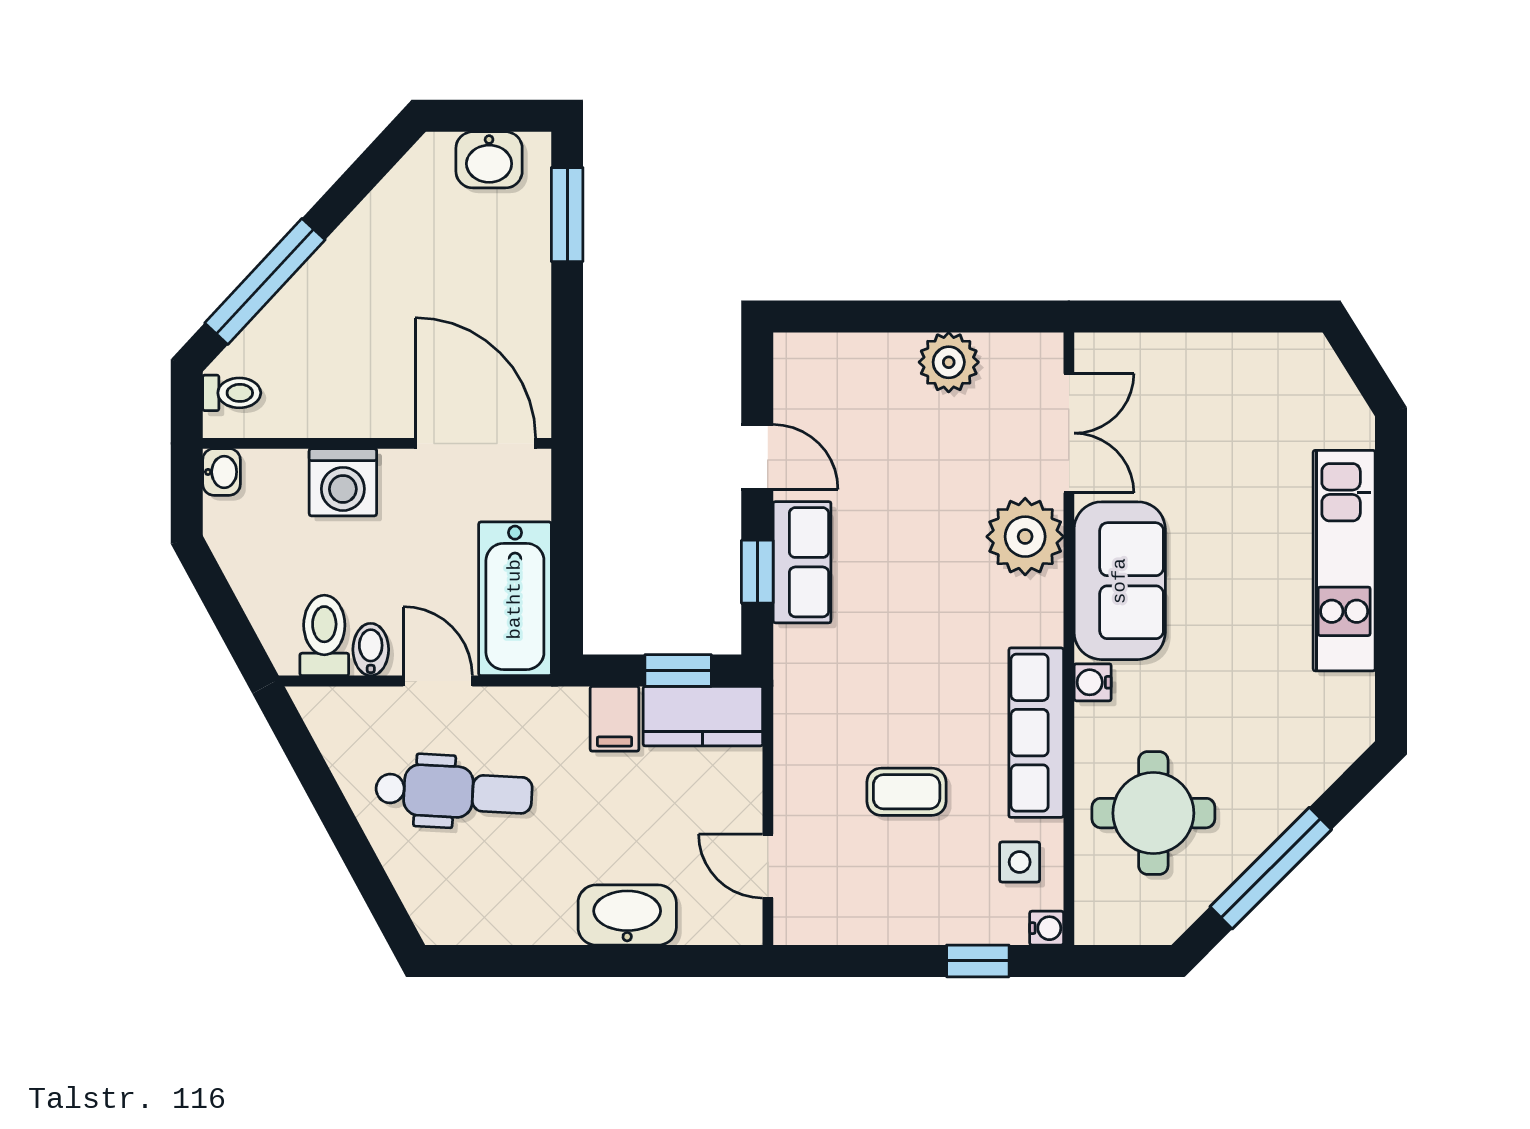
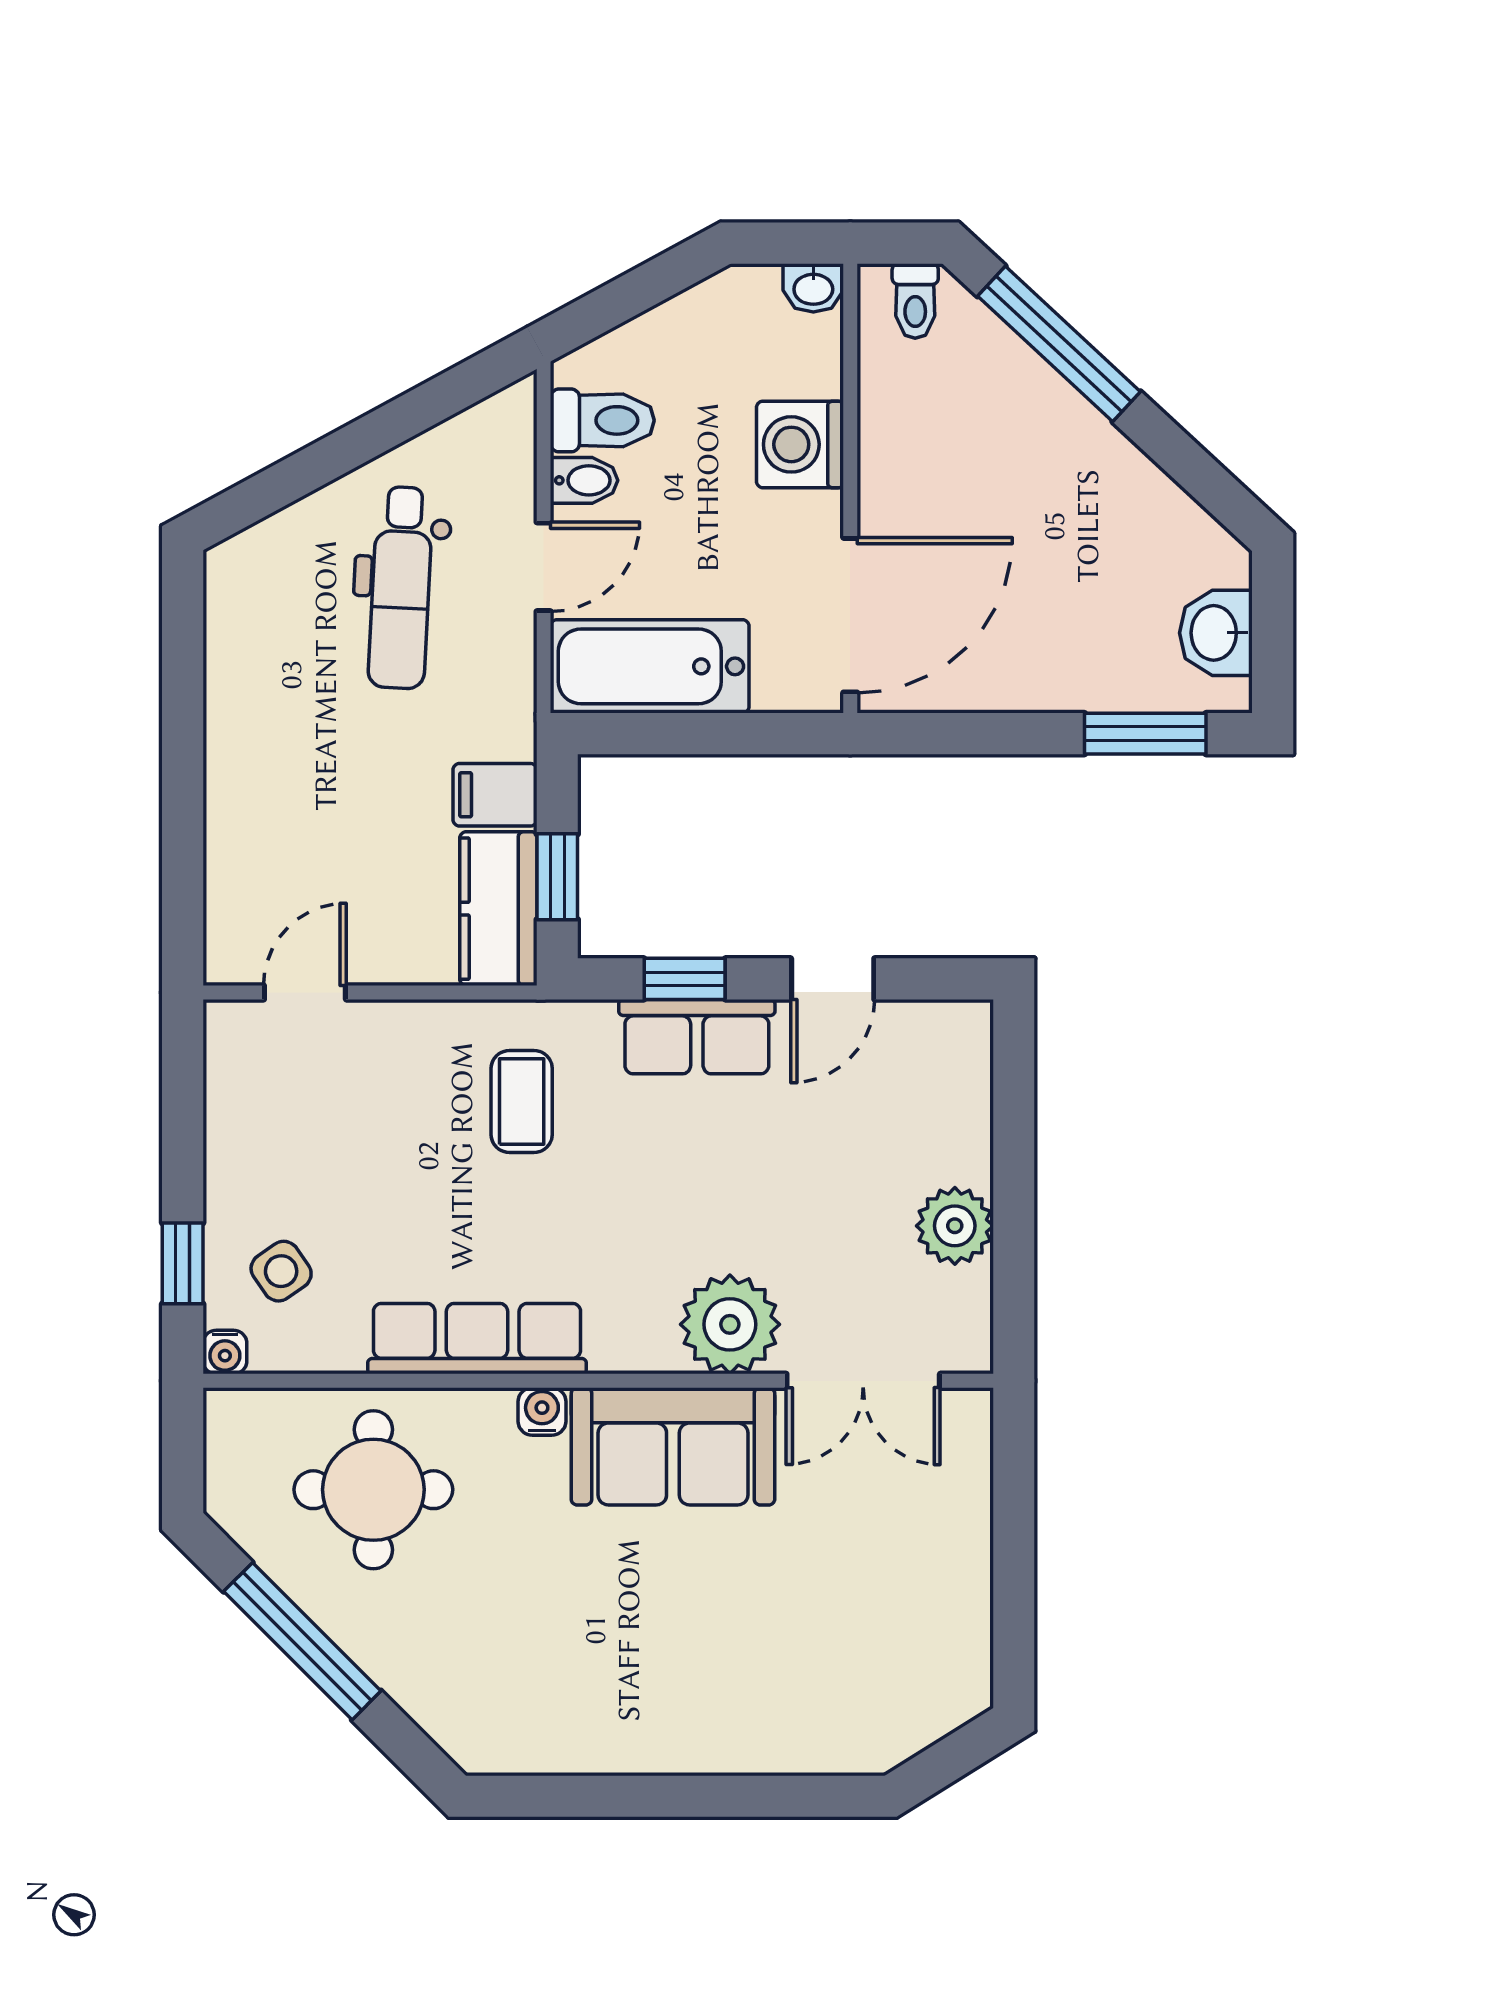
kitchen unit: (1344, 561) -> (699, 1736), removed
coffee table: (907, 792) -> (522, 1101), moved
side table: (1020, 862) -> (281, 1271), moved, turned -35
washbasin: (627, 915) -> (242, 811), removed

